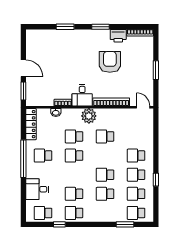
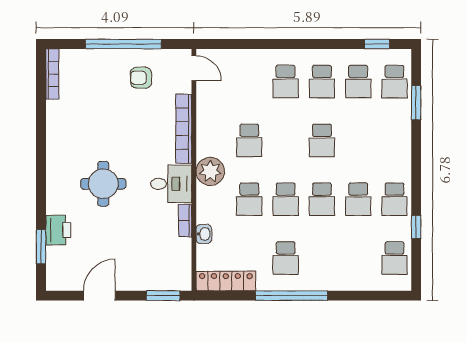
window: (65, 27) -> (41, 247), moved
window: (100, 27) -> (41, 149), removed
printer: (118, 36) -> (58, 230), moved
round table: (82, 60) -> (103, 184), added
armchair: (110, 62) -> (141, 78), moved, width x0.53, depth x0.53
door: (23, 68) -> (99, 296), moved
window: (156, 70) -> (123, 44), width x2.11
door: (143, 107) -> (194, 68), swing flipped
window: (156, 180) -> (377, 44), moved
desk: (37, 189) -> (349, 269), removed
school desk: (105, 194) -> (322, 199), moved

